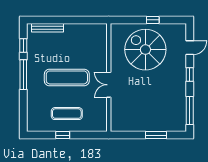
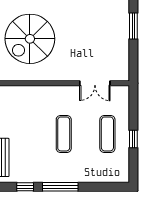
exercise mat: (67, 77) -> (64, 134), width x0.73, depth x0.69
double door: (109, 85) -> (95, 83), moved

